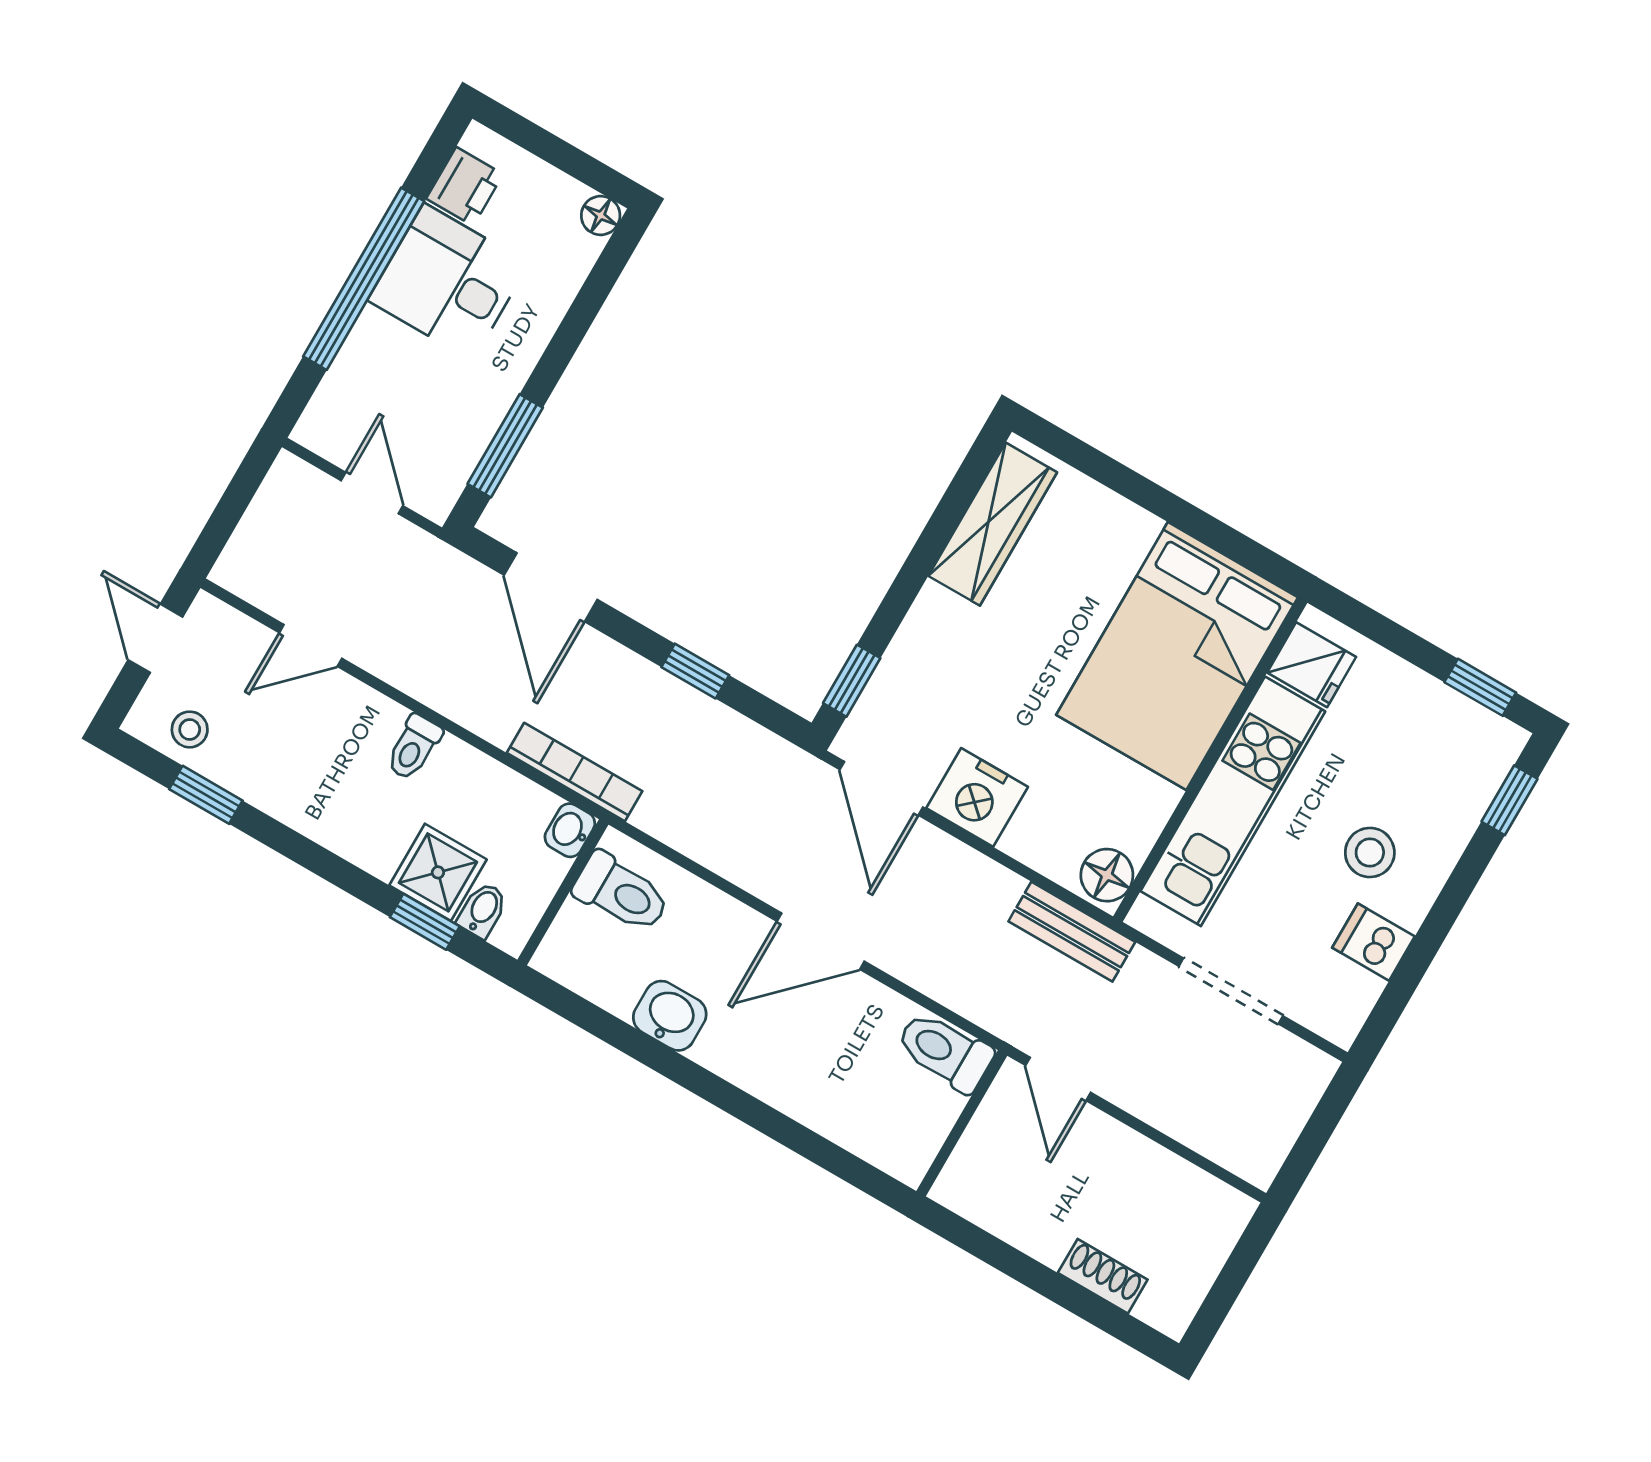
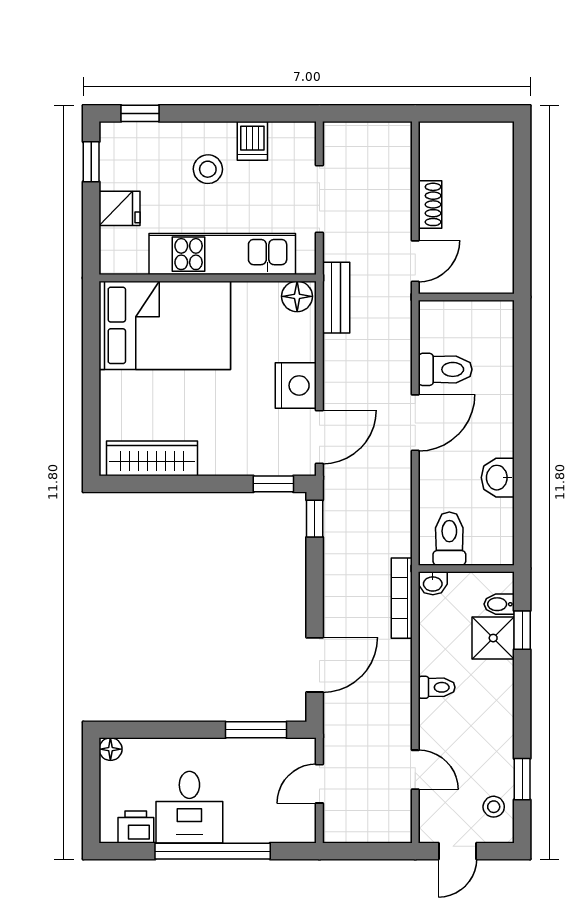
fridge: (1312, 665) -> (120, 208), moved, turned 90
window: (695, 671) -> (315, 519), moved
door: (821, 941) -> (415, 423), hinge flipped
toilet: (945, 1051) -> (445, 369), moved, turned -90
shoe rack: (1103, 1276) -> (430, 204), moved, turned 180

